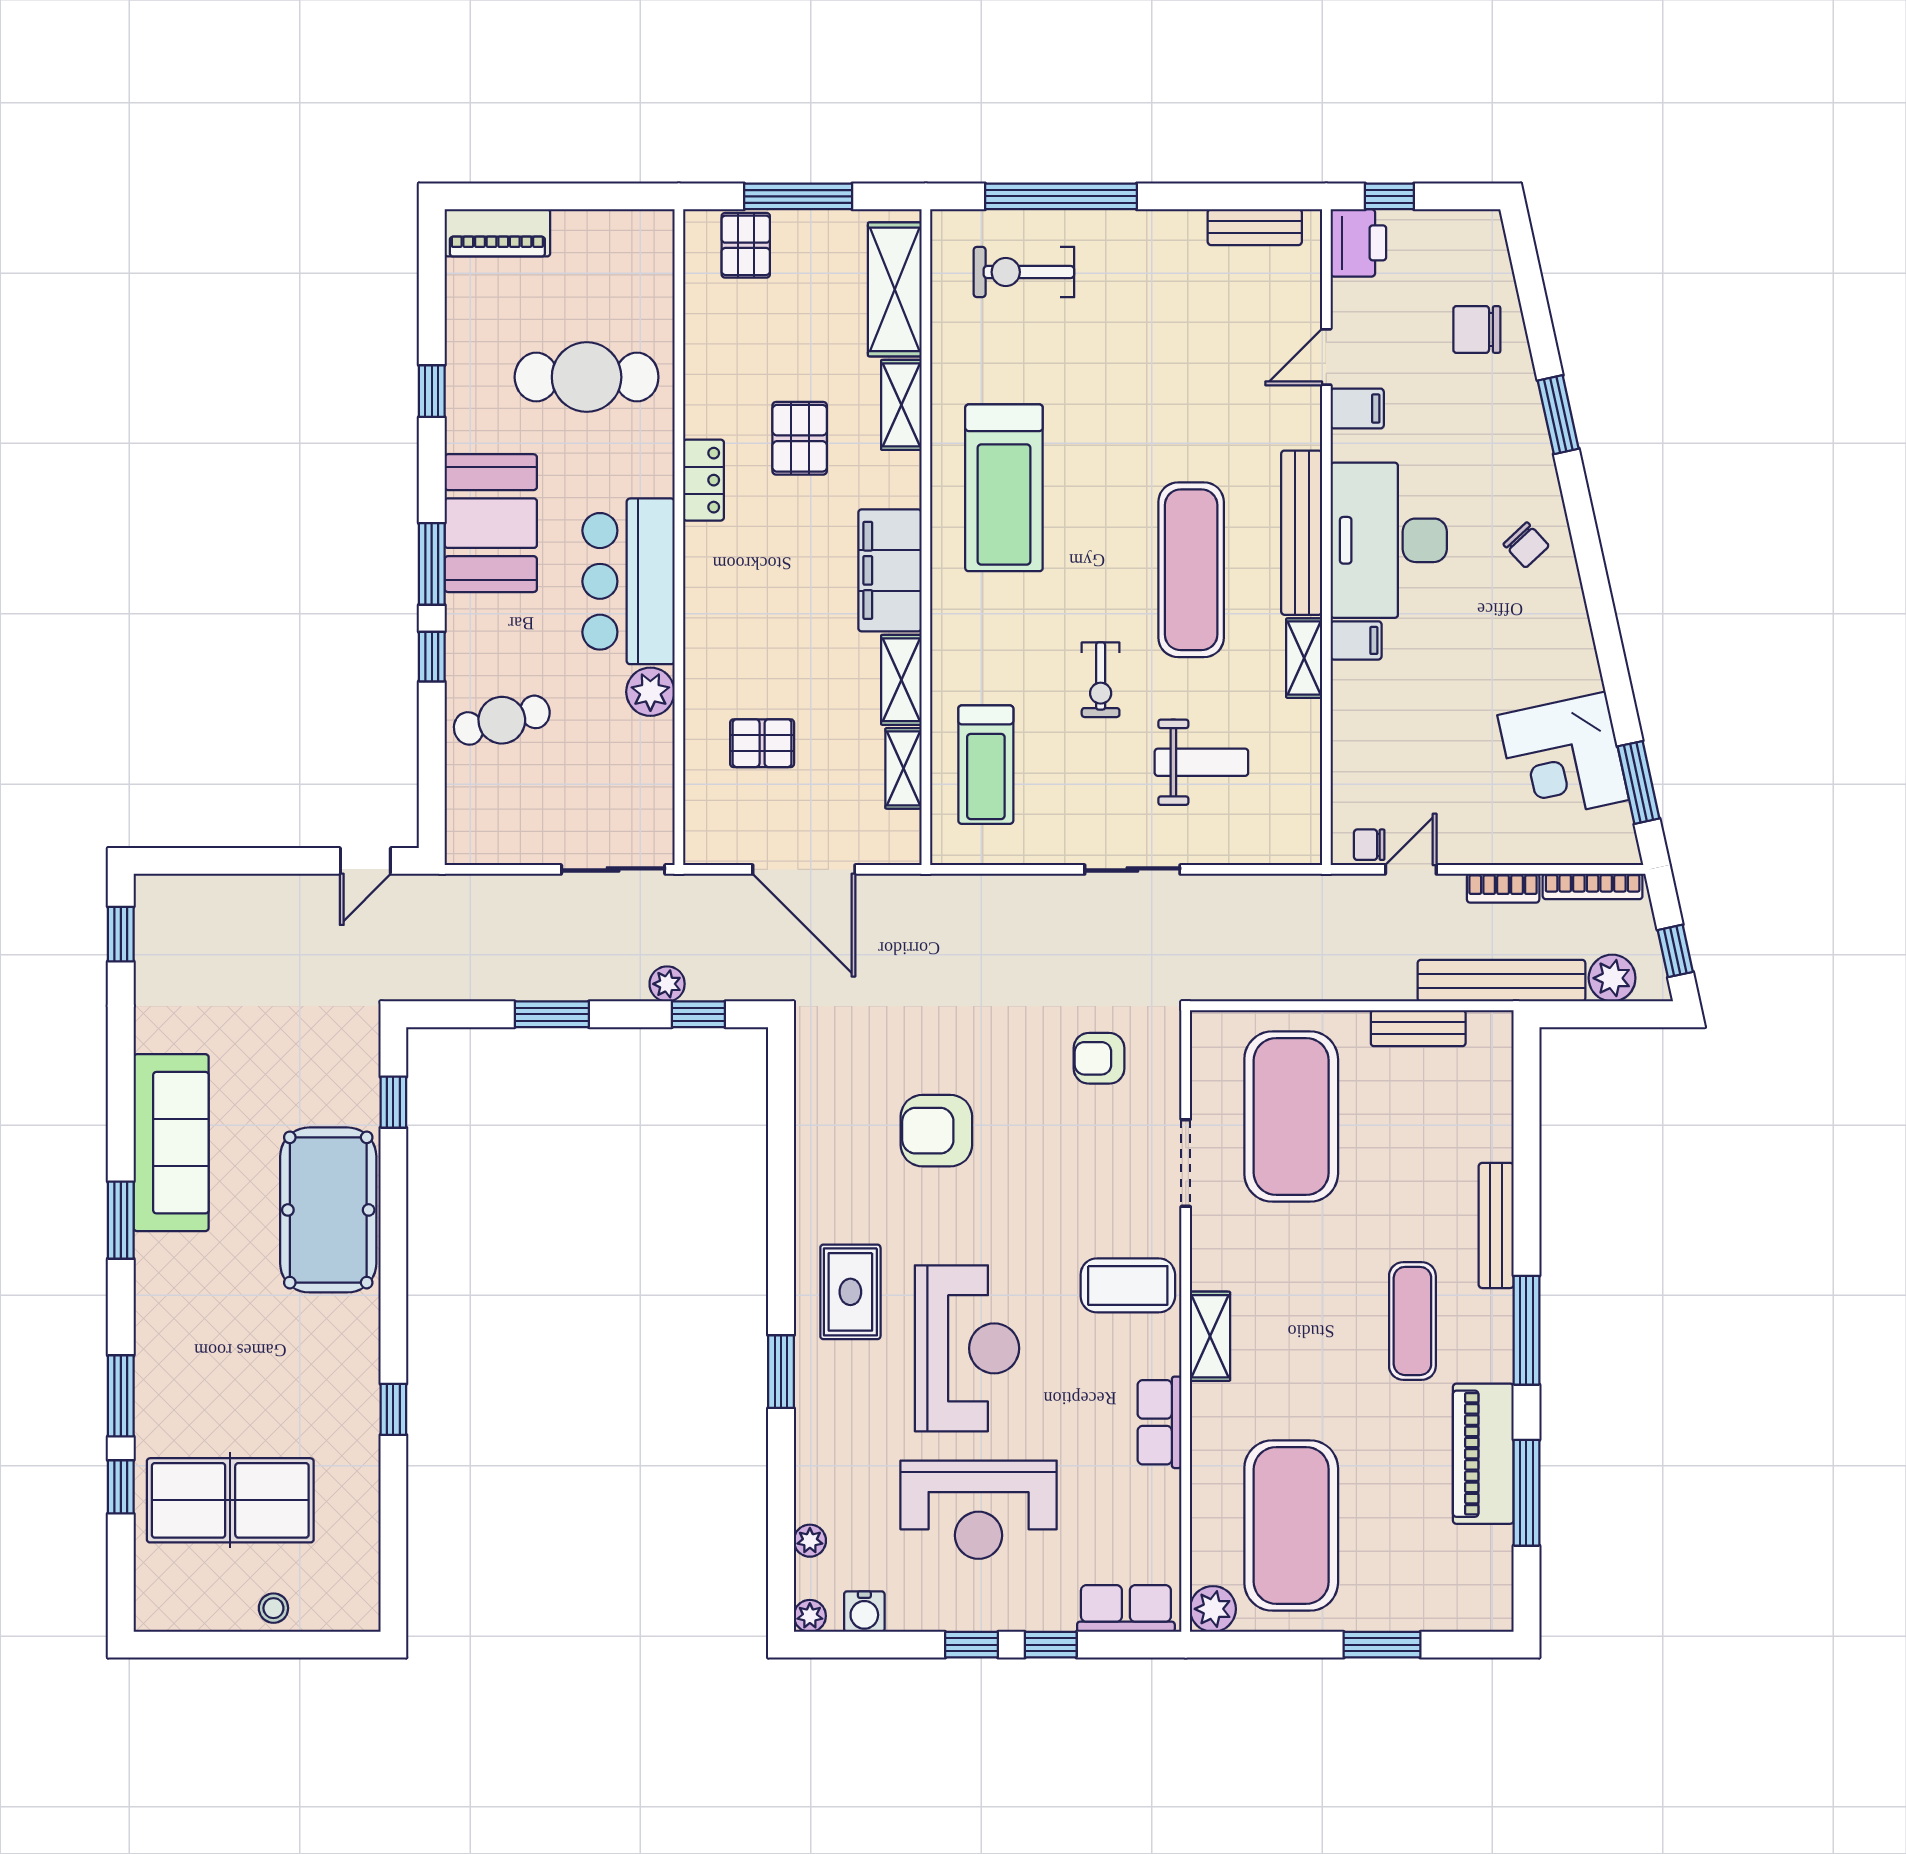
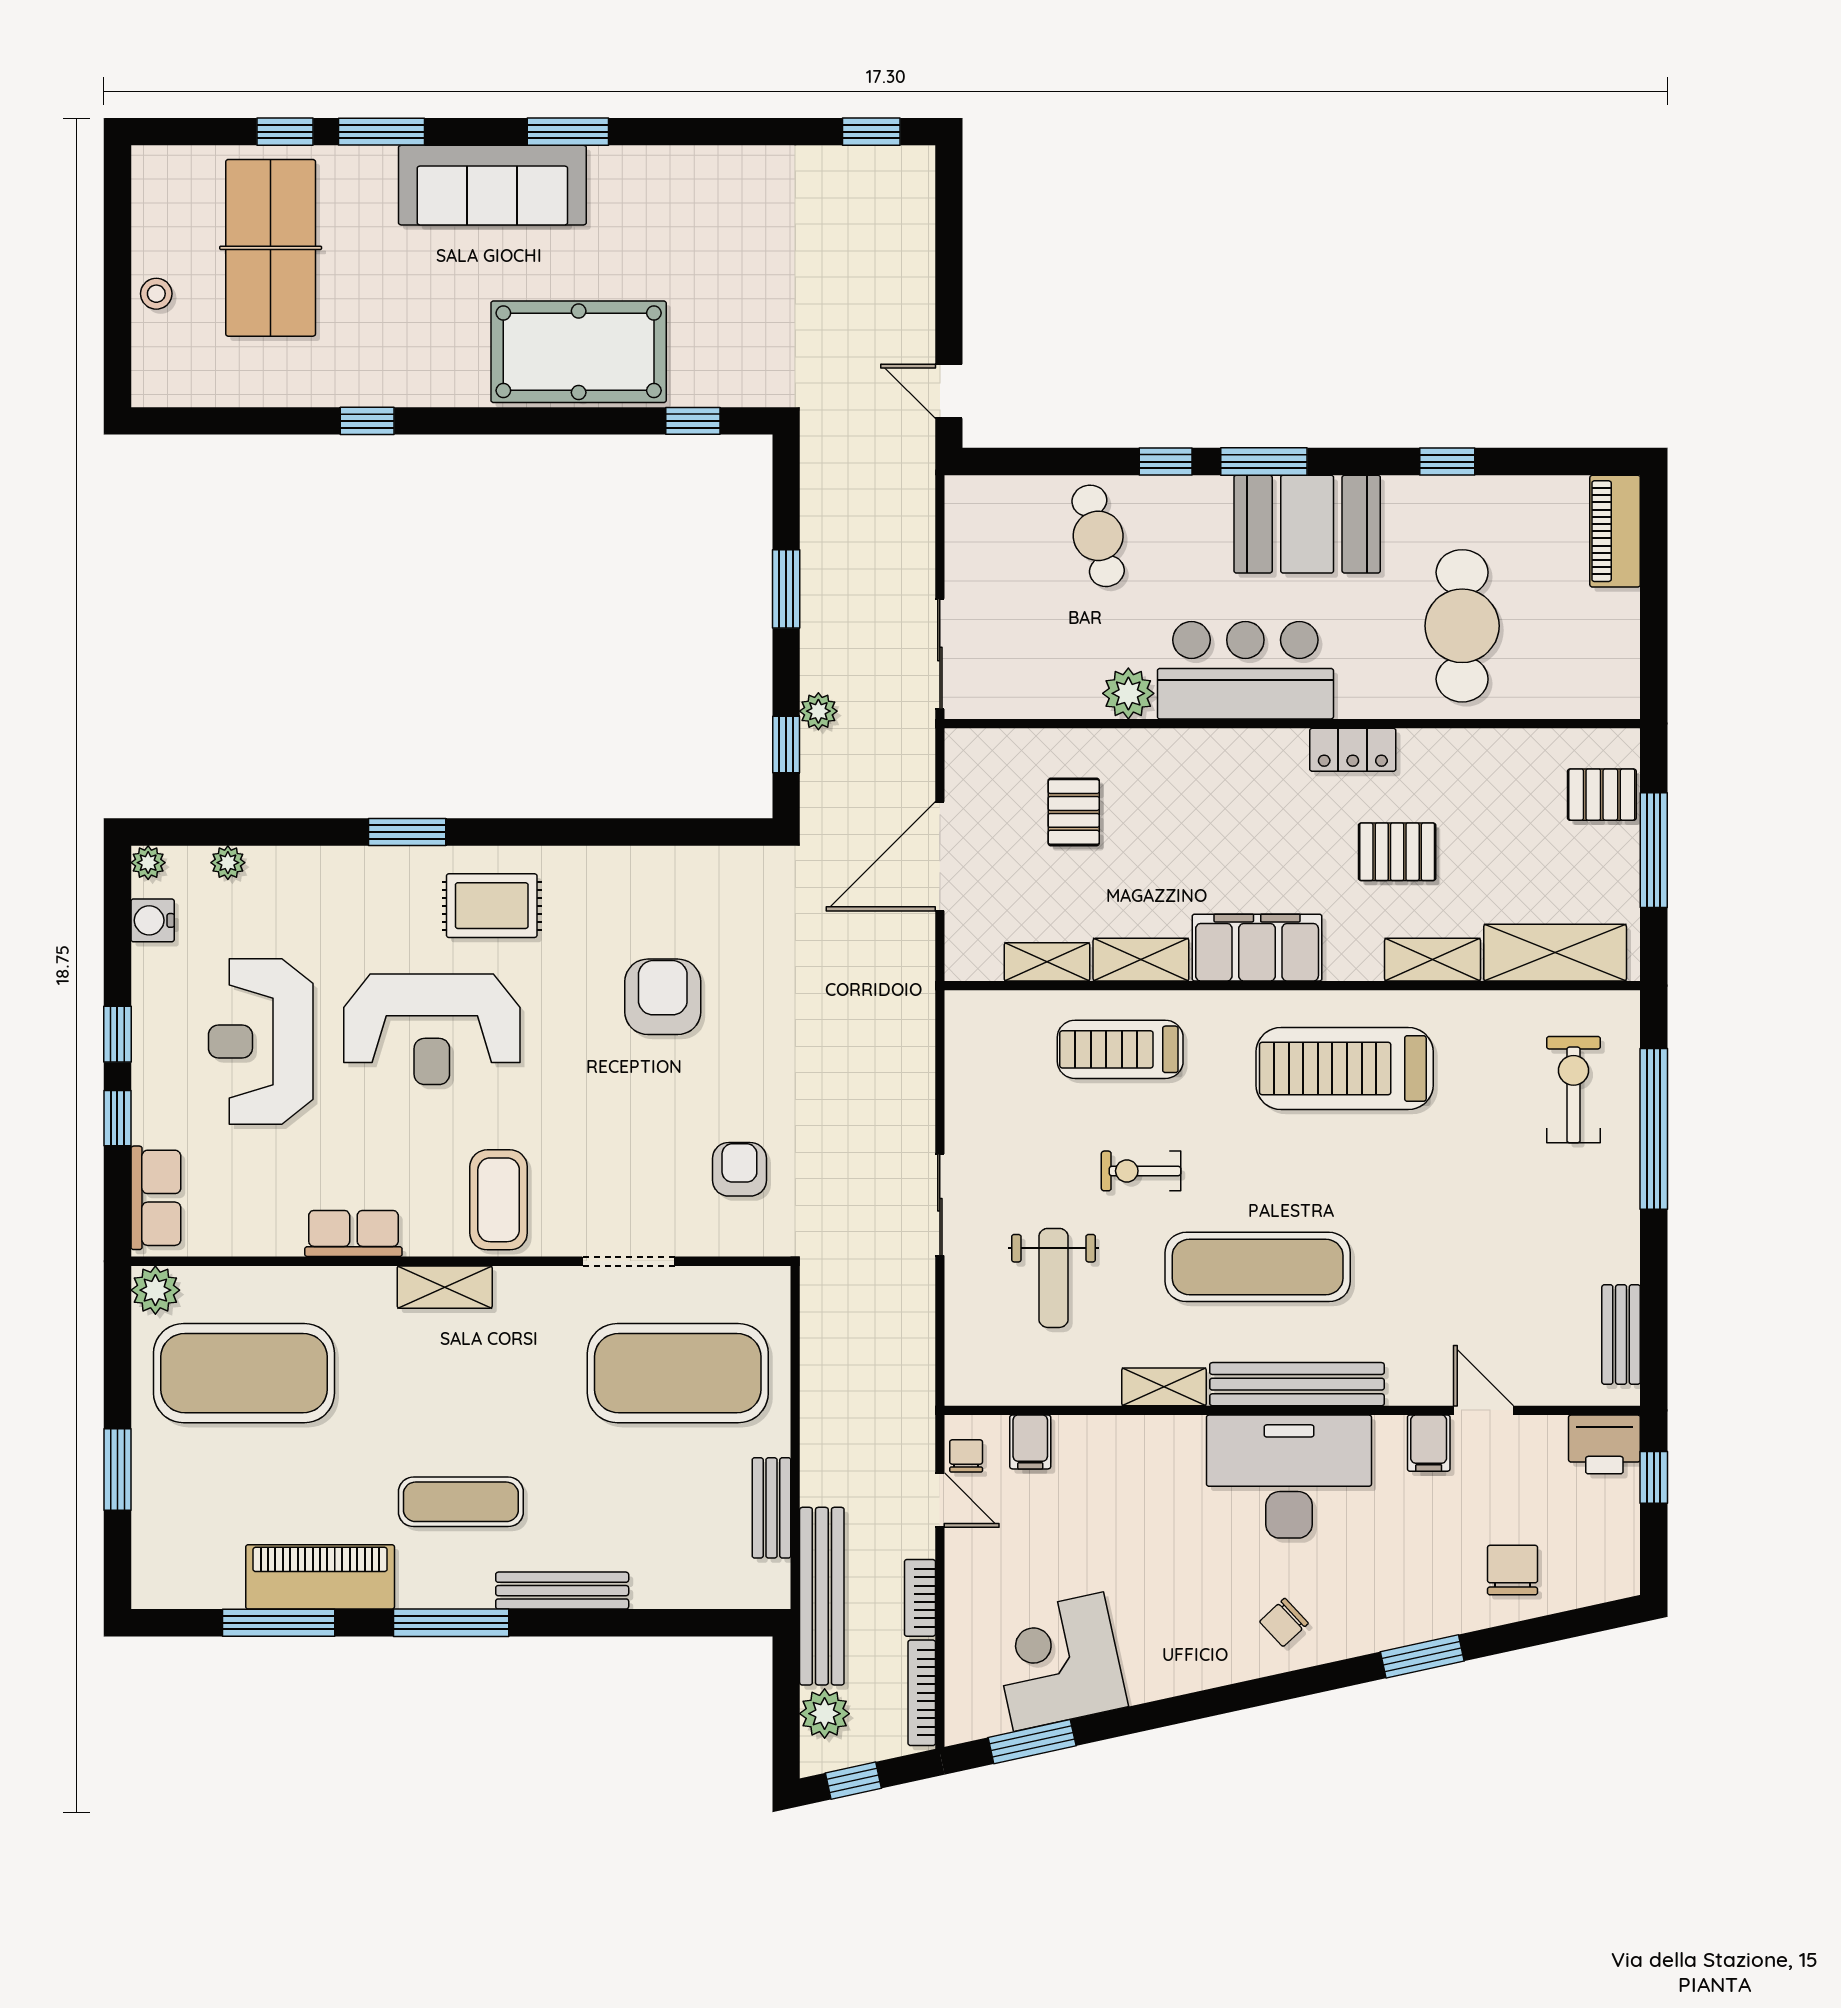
filing cabinet: (1356, 640) -> (1030, 1442), moved
treadmill: (986, 765) -> (1120, 1049), moved
sofa: (171, 1143) -> (492, 185), moved

